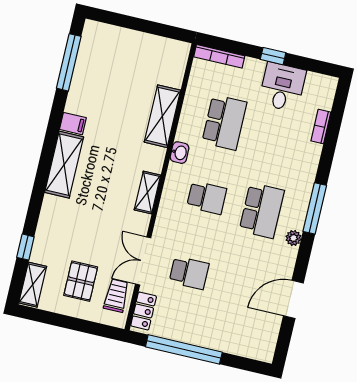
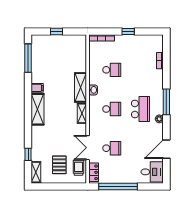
window: (136, 24) -> (57, 31), added
desk: (282, 87) -> (152, 172), moved, turned 90
shelving: (162, 116) -> (80, 87), moved
school desk: (224, 122) -> (112, 70), width x0.54

